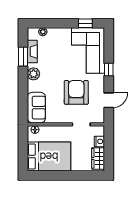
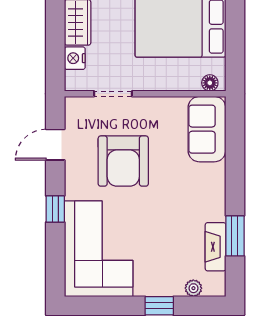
window: (85, 23) -> (159, 306), moved
plant: (33, 74) -> (213, 200), removed

